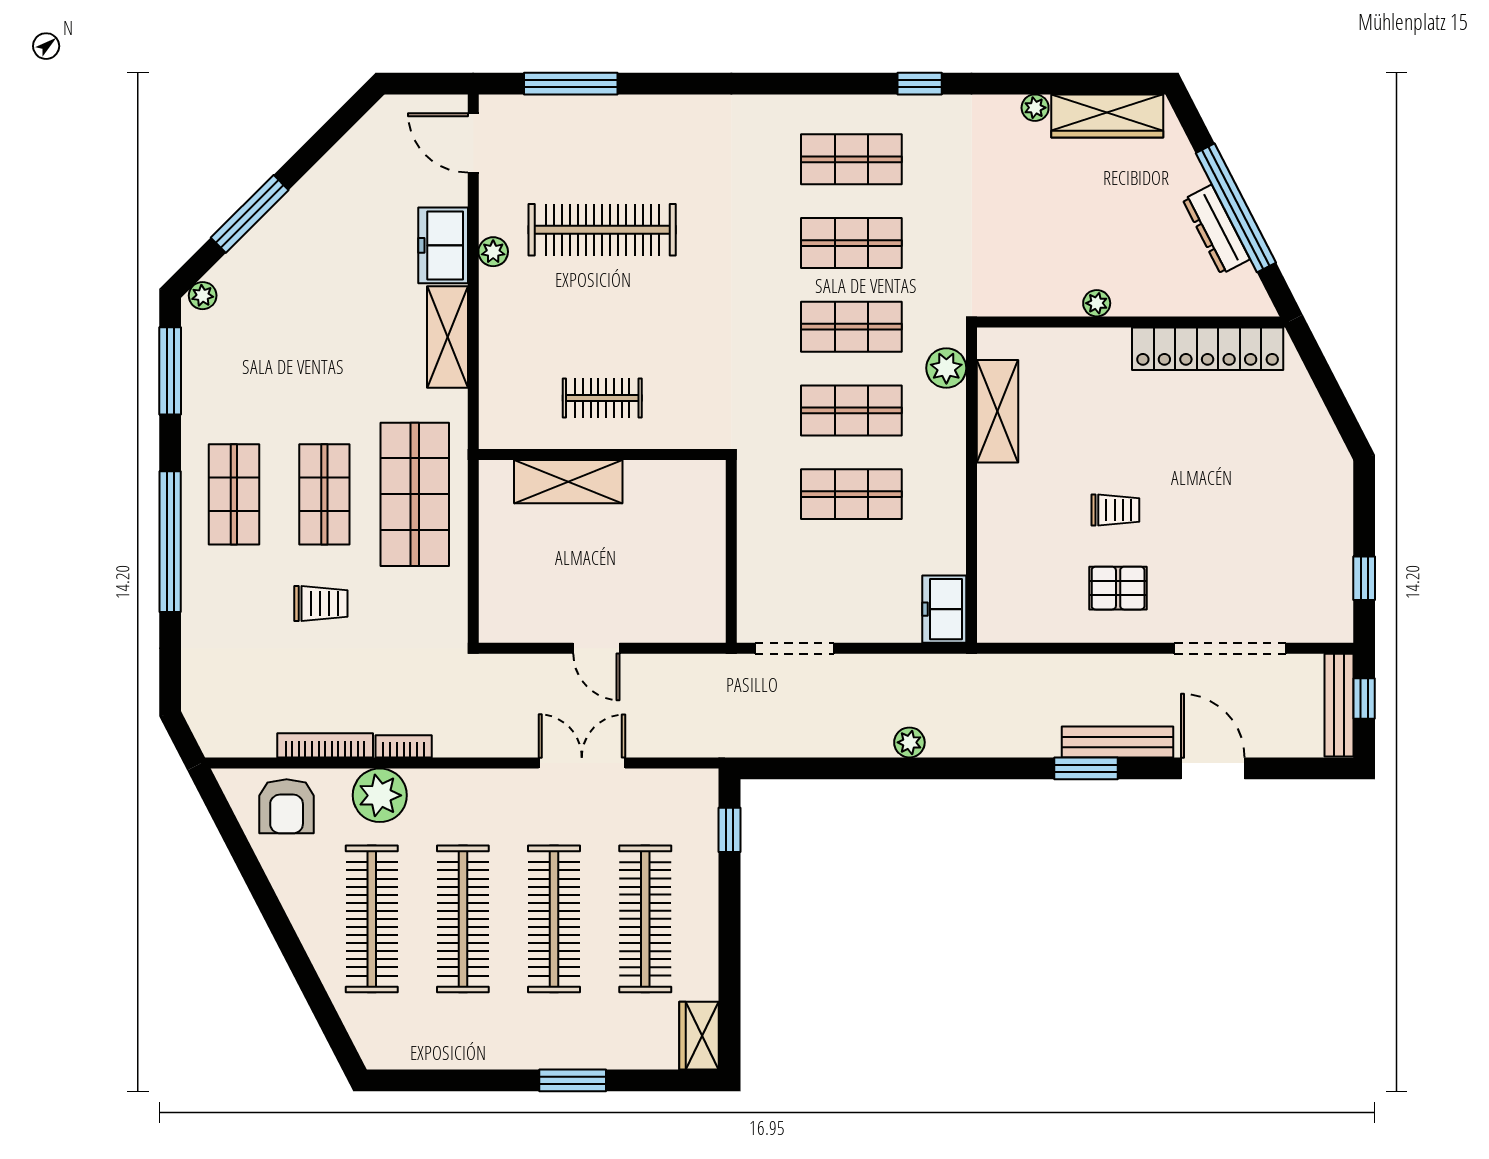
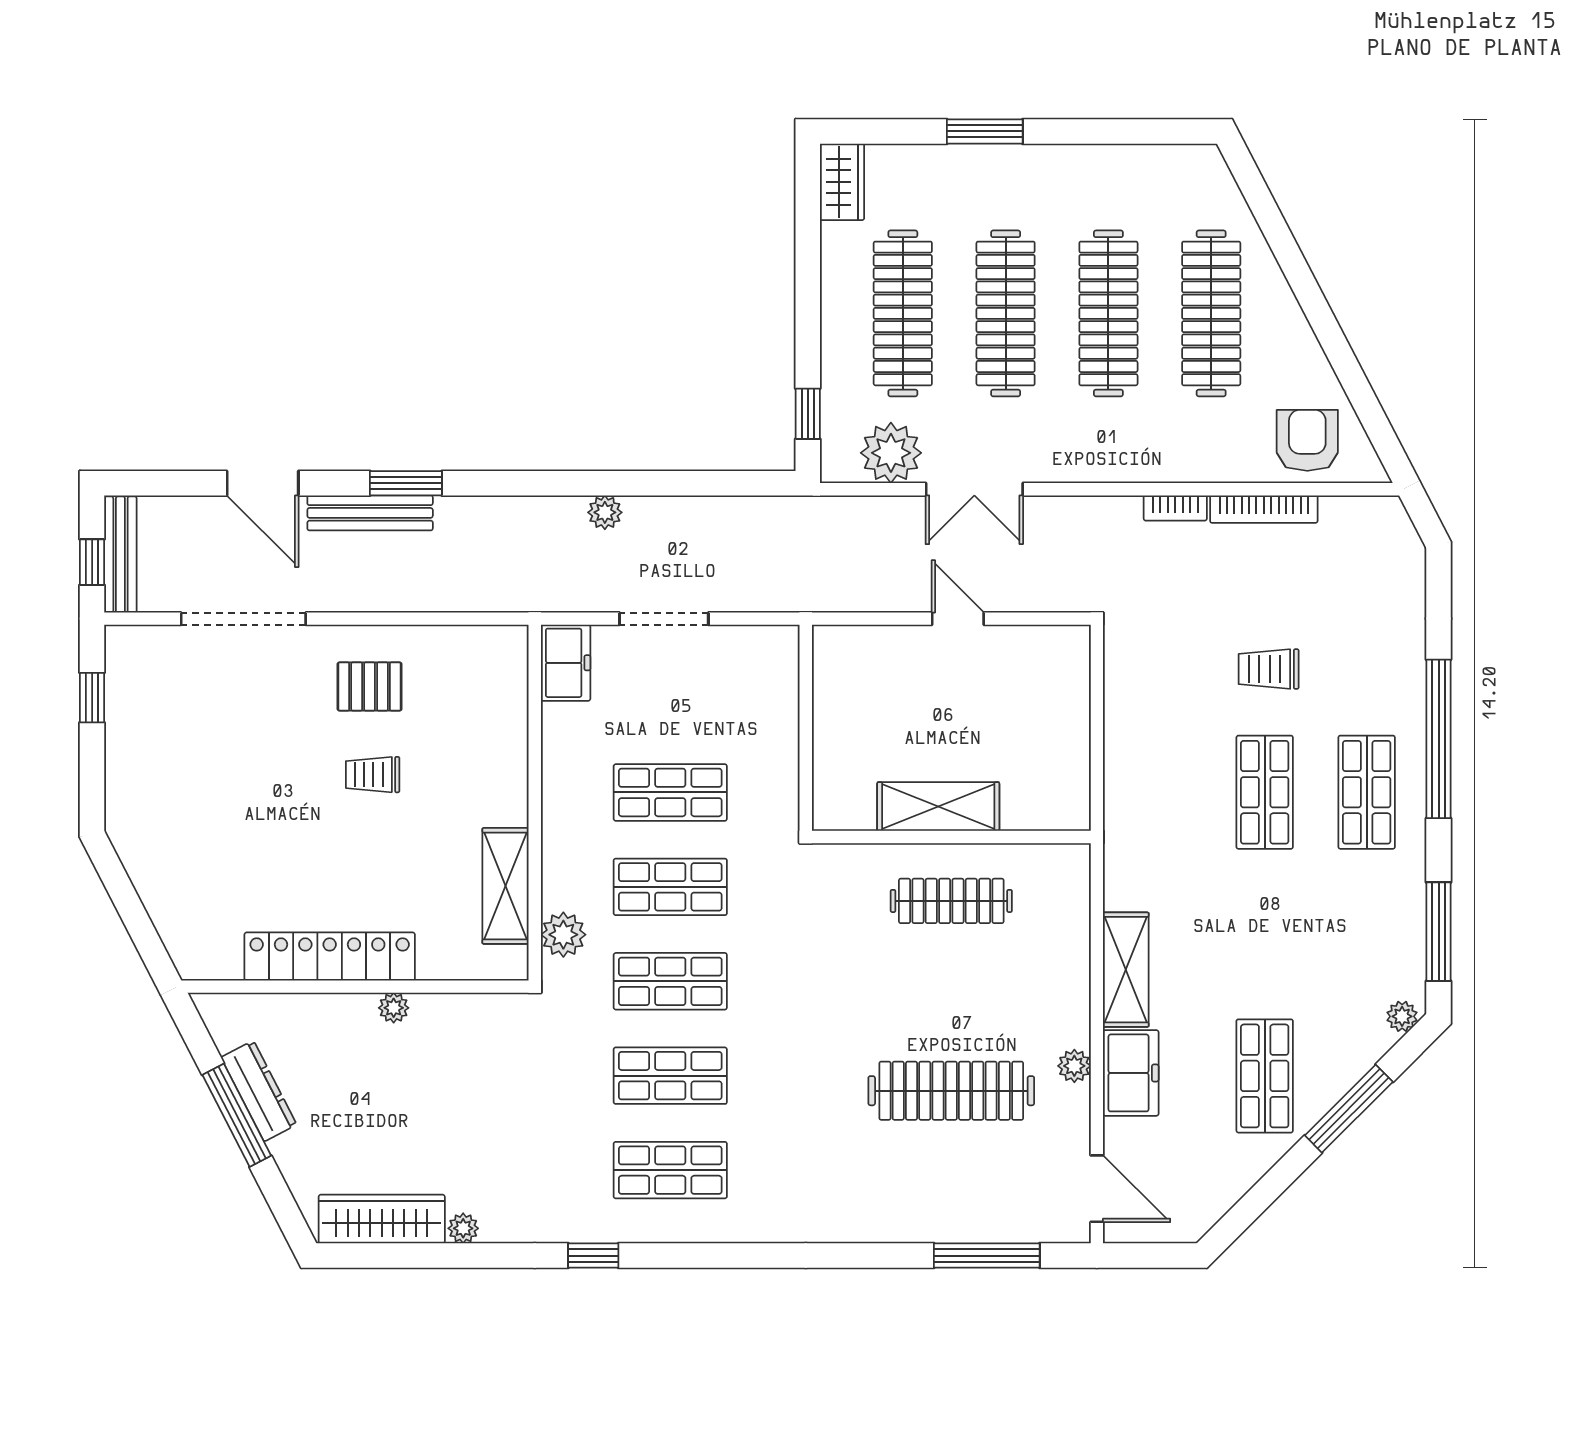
window: (1236, 208) -> (237, 1115), width x0.68
locker: (1208, 349) -> (330, 956), moved
clothes rail: (602, 398) -> (951, 901), width x1.36
shelving: (568, 482) -> (938, 807), moved
shop shelf: (415, 494) -> (1265, 1076), moved, width x0.70, depth x0.74
doorway: (794, 648) -> (664, 619), moved
plant: (380, 795) -> (891, 453), moved

